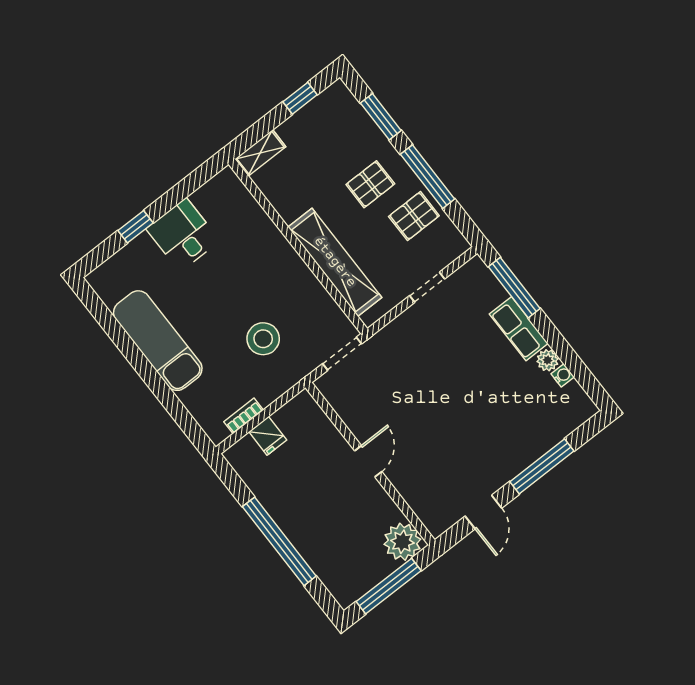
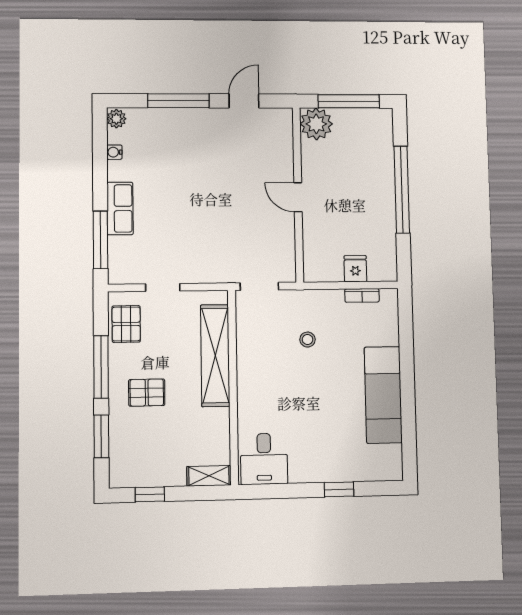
pallet: (414, 216) -> (126, 324), moved, turned 90
desk: (183, 235) -> (264, 459), moved
stool: (263, 339) -> (308, 340), width x0.53, depth x0.53
plant: (548, 360) -> (116, 119), moved
door: (368, 461) -> (298, 197), hinge flipped

